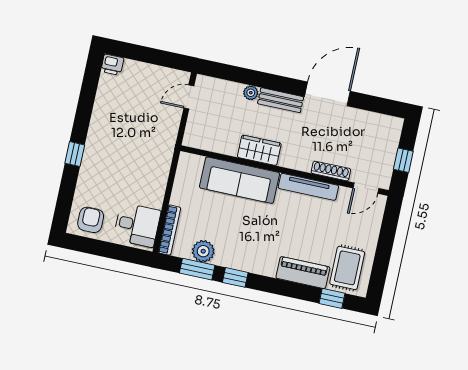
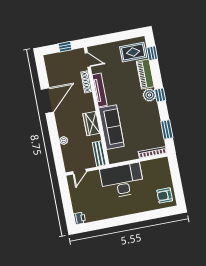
door: (327, 94) -> (47, 101), swing flipped
door: (189, 97) -> (79, 172), hinge flipped
bench: (281, 100) -> (99, 154), moved
window: (75, 154) -> (134, 218), removed
desk: (137, 225) -> (122, 181), moved, width x1.87, depth x1.30
plant: (203, 251) -> (149, 95), moved
window: (235, 277) -> (160, 95), moved

